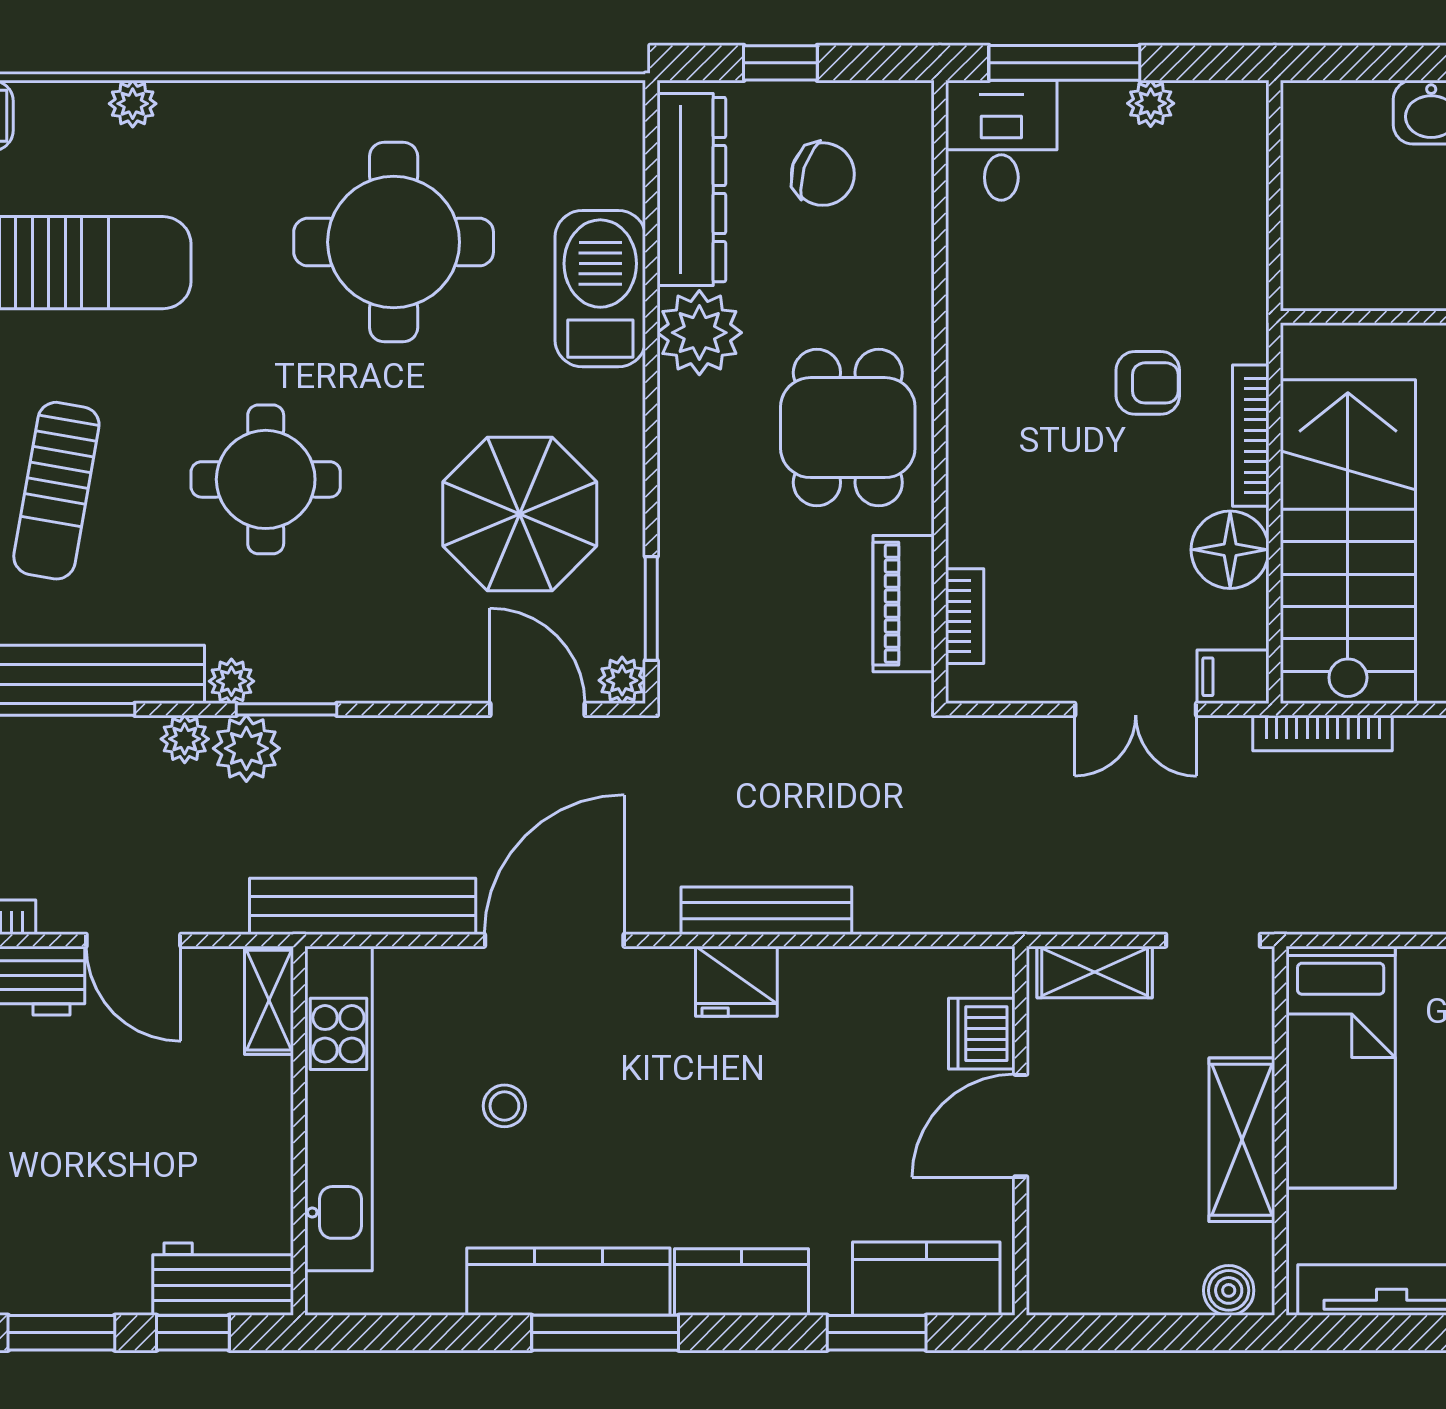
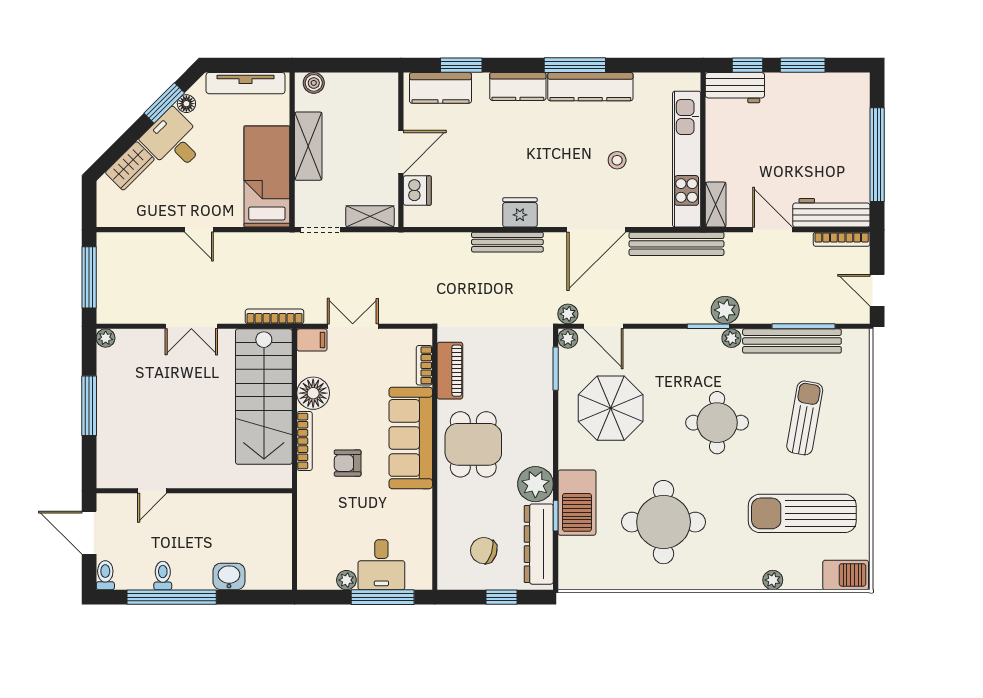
desk: (1001, 140) -> (381, 565), moved
window: (651, 258) -> (556, 516), added
sofa: (997, 443) -> (411, 438), added
plant: (185, 739) -> (568, 314), moved

